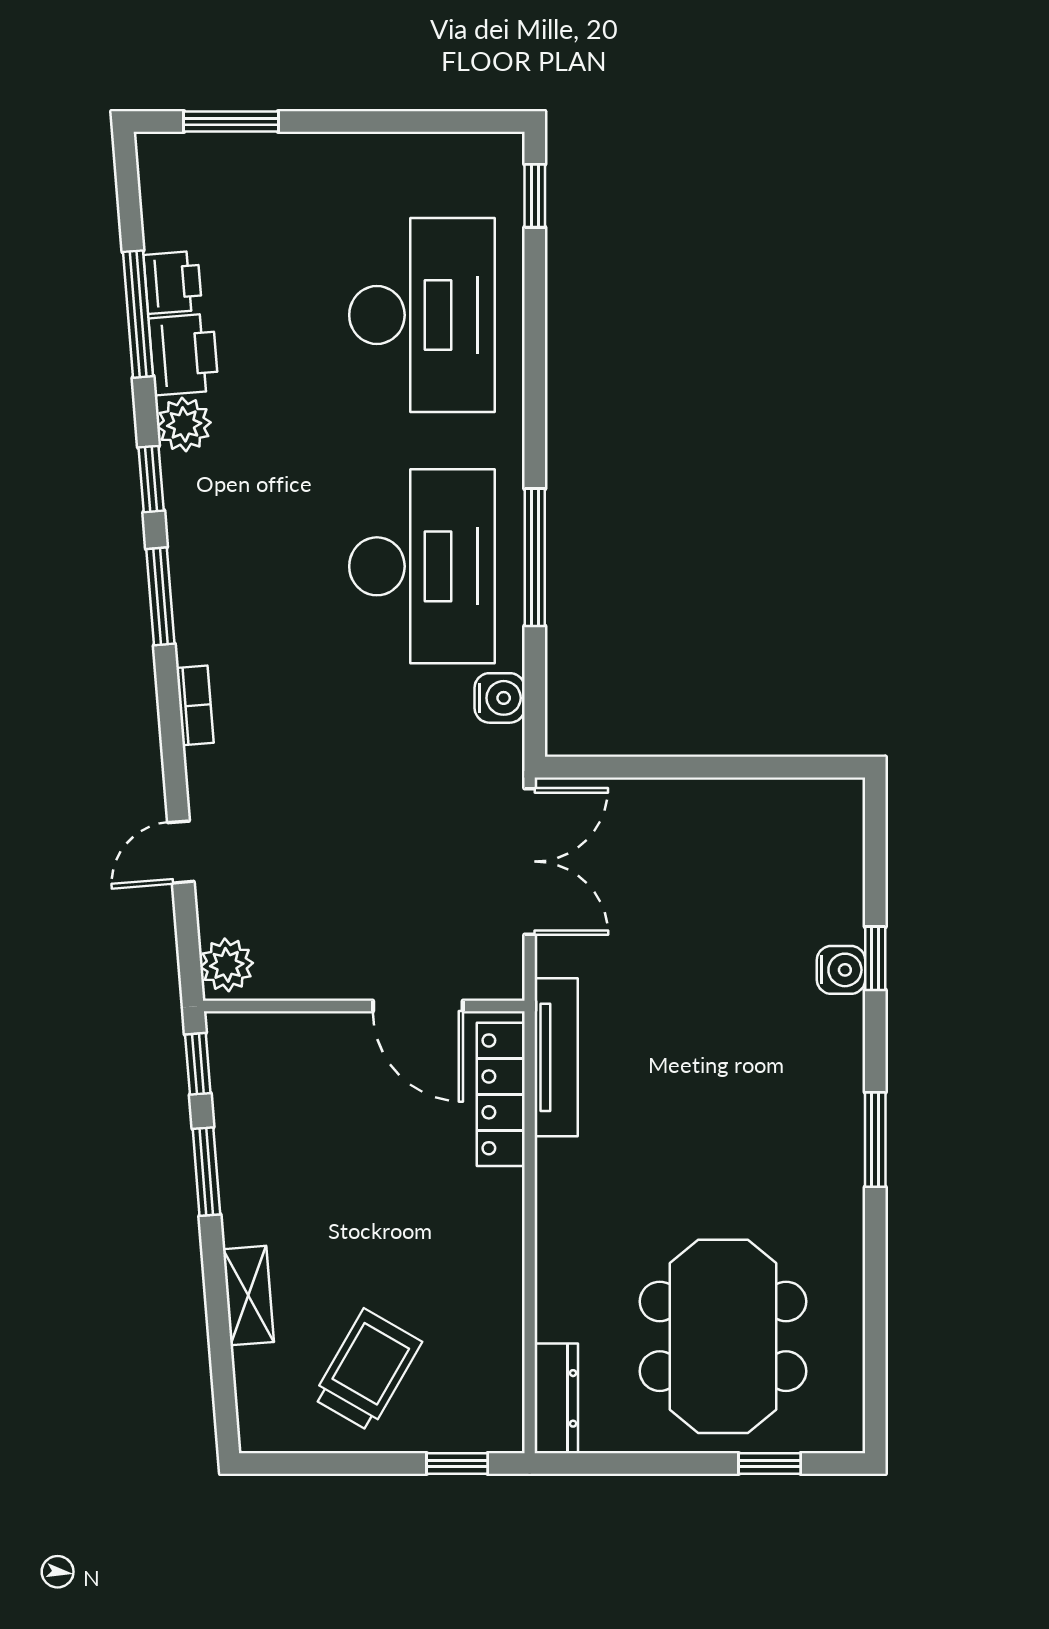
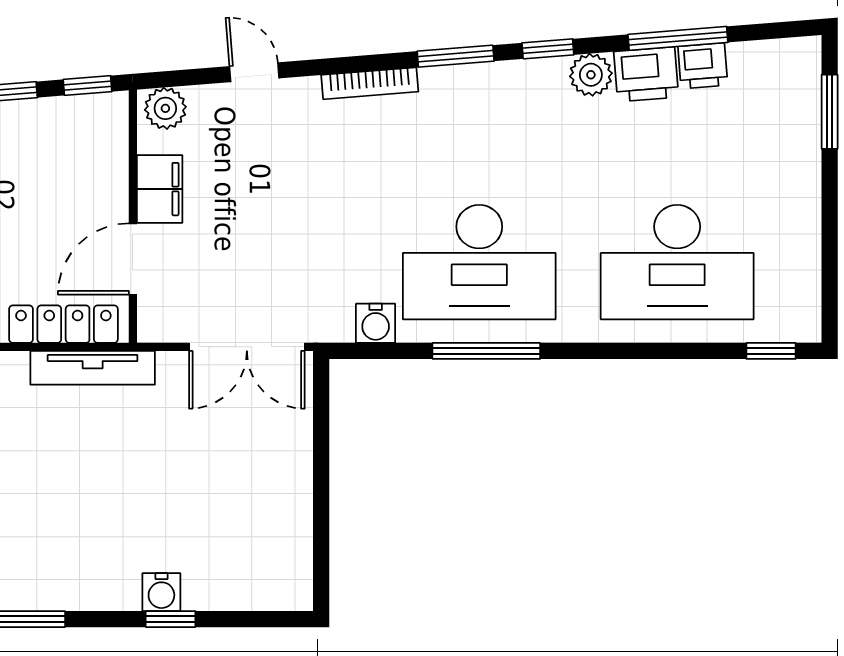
bookcase: (195, 705) -> (370, 83), width x1.56
filing cabinet: (329, 972) -> (160, 189), added

